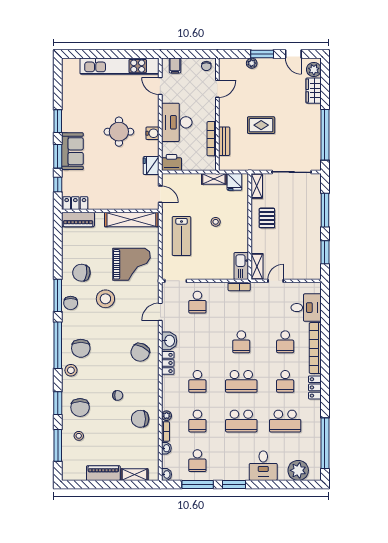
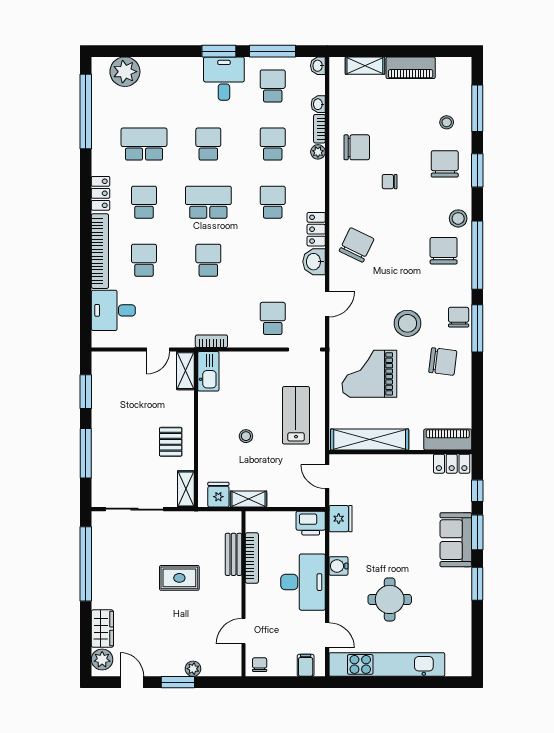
round table: (119, 132) -> (390, 599), moved
school desk: (241, 421) -> (208, 144), width x0.54
desk: (263, 466) -> (224, 79), moved

